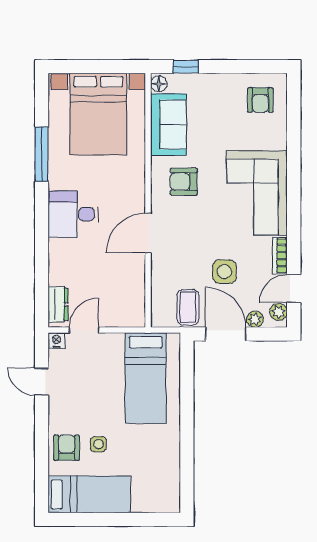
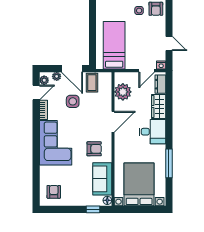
wardrobe: (61, 262) -> (159, 106), added
plant: (129, 290) -> (123, 92), added

